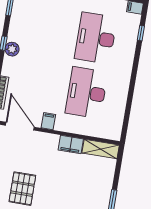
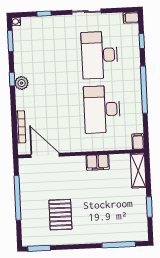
window: (133, 82) -> (144, 90), added
filing cabinet: (48, 121) -> (138, 141), moved
shelving: (101, 149) -> (138, 170), moved, turned 90

